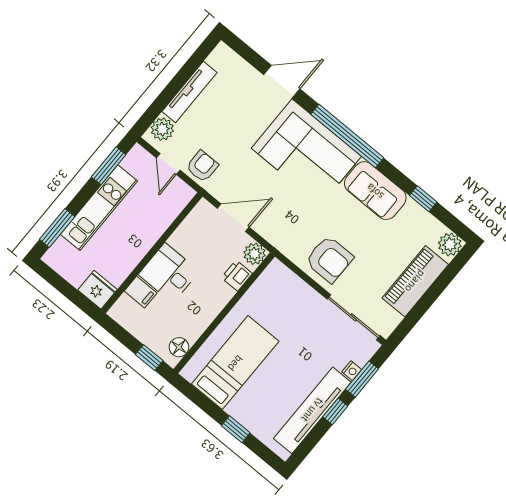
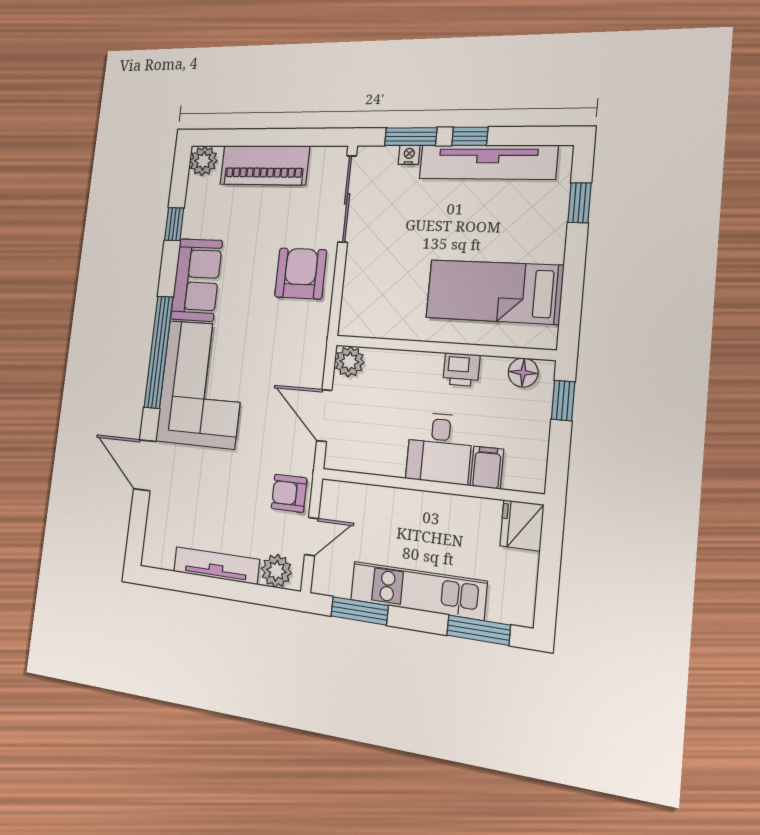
printer: (237, 276) -> (461, 369), moved
window: (236, 429) -> (579, 203), moved

